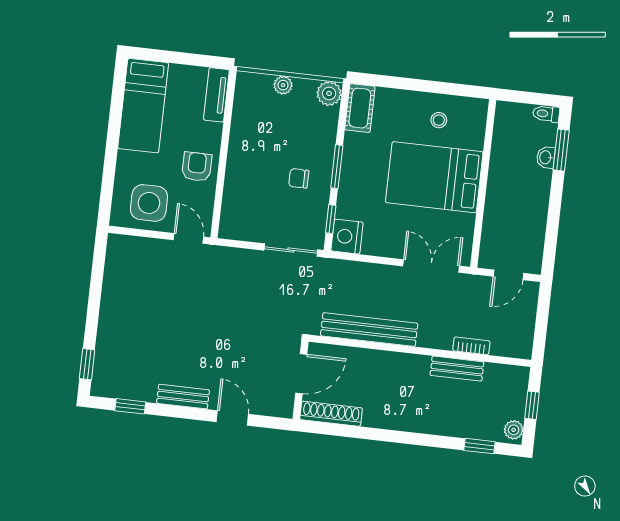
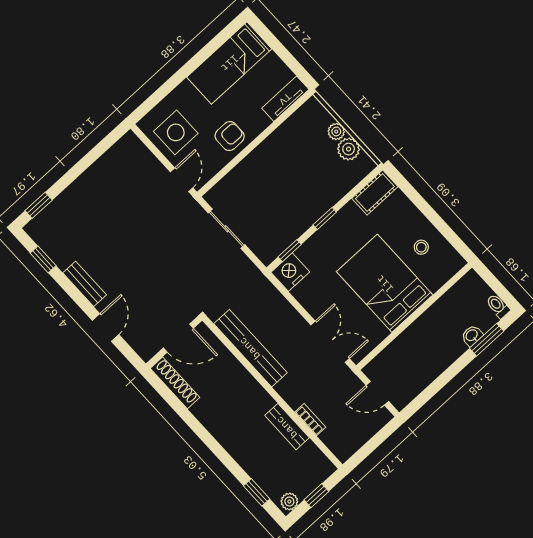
plant: (329, 93) -> (349, 149), moved
window: (337, 167) -> (325, 219), width x0.67
chair: (299, 178) -> (292, 204), removed
sliding door: (291, 250) -> (227, 229), moved

